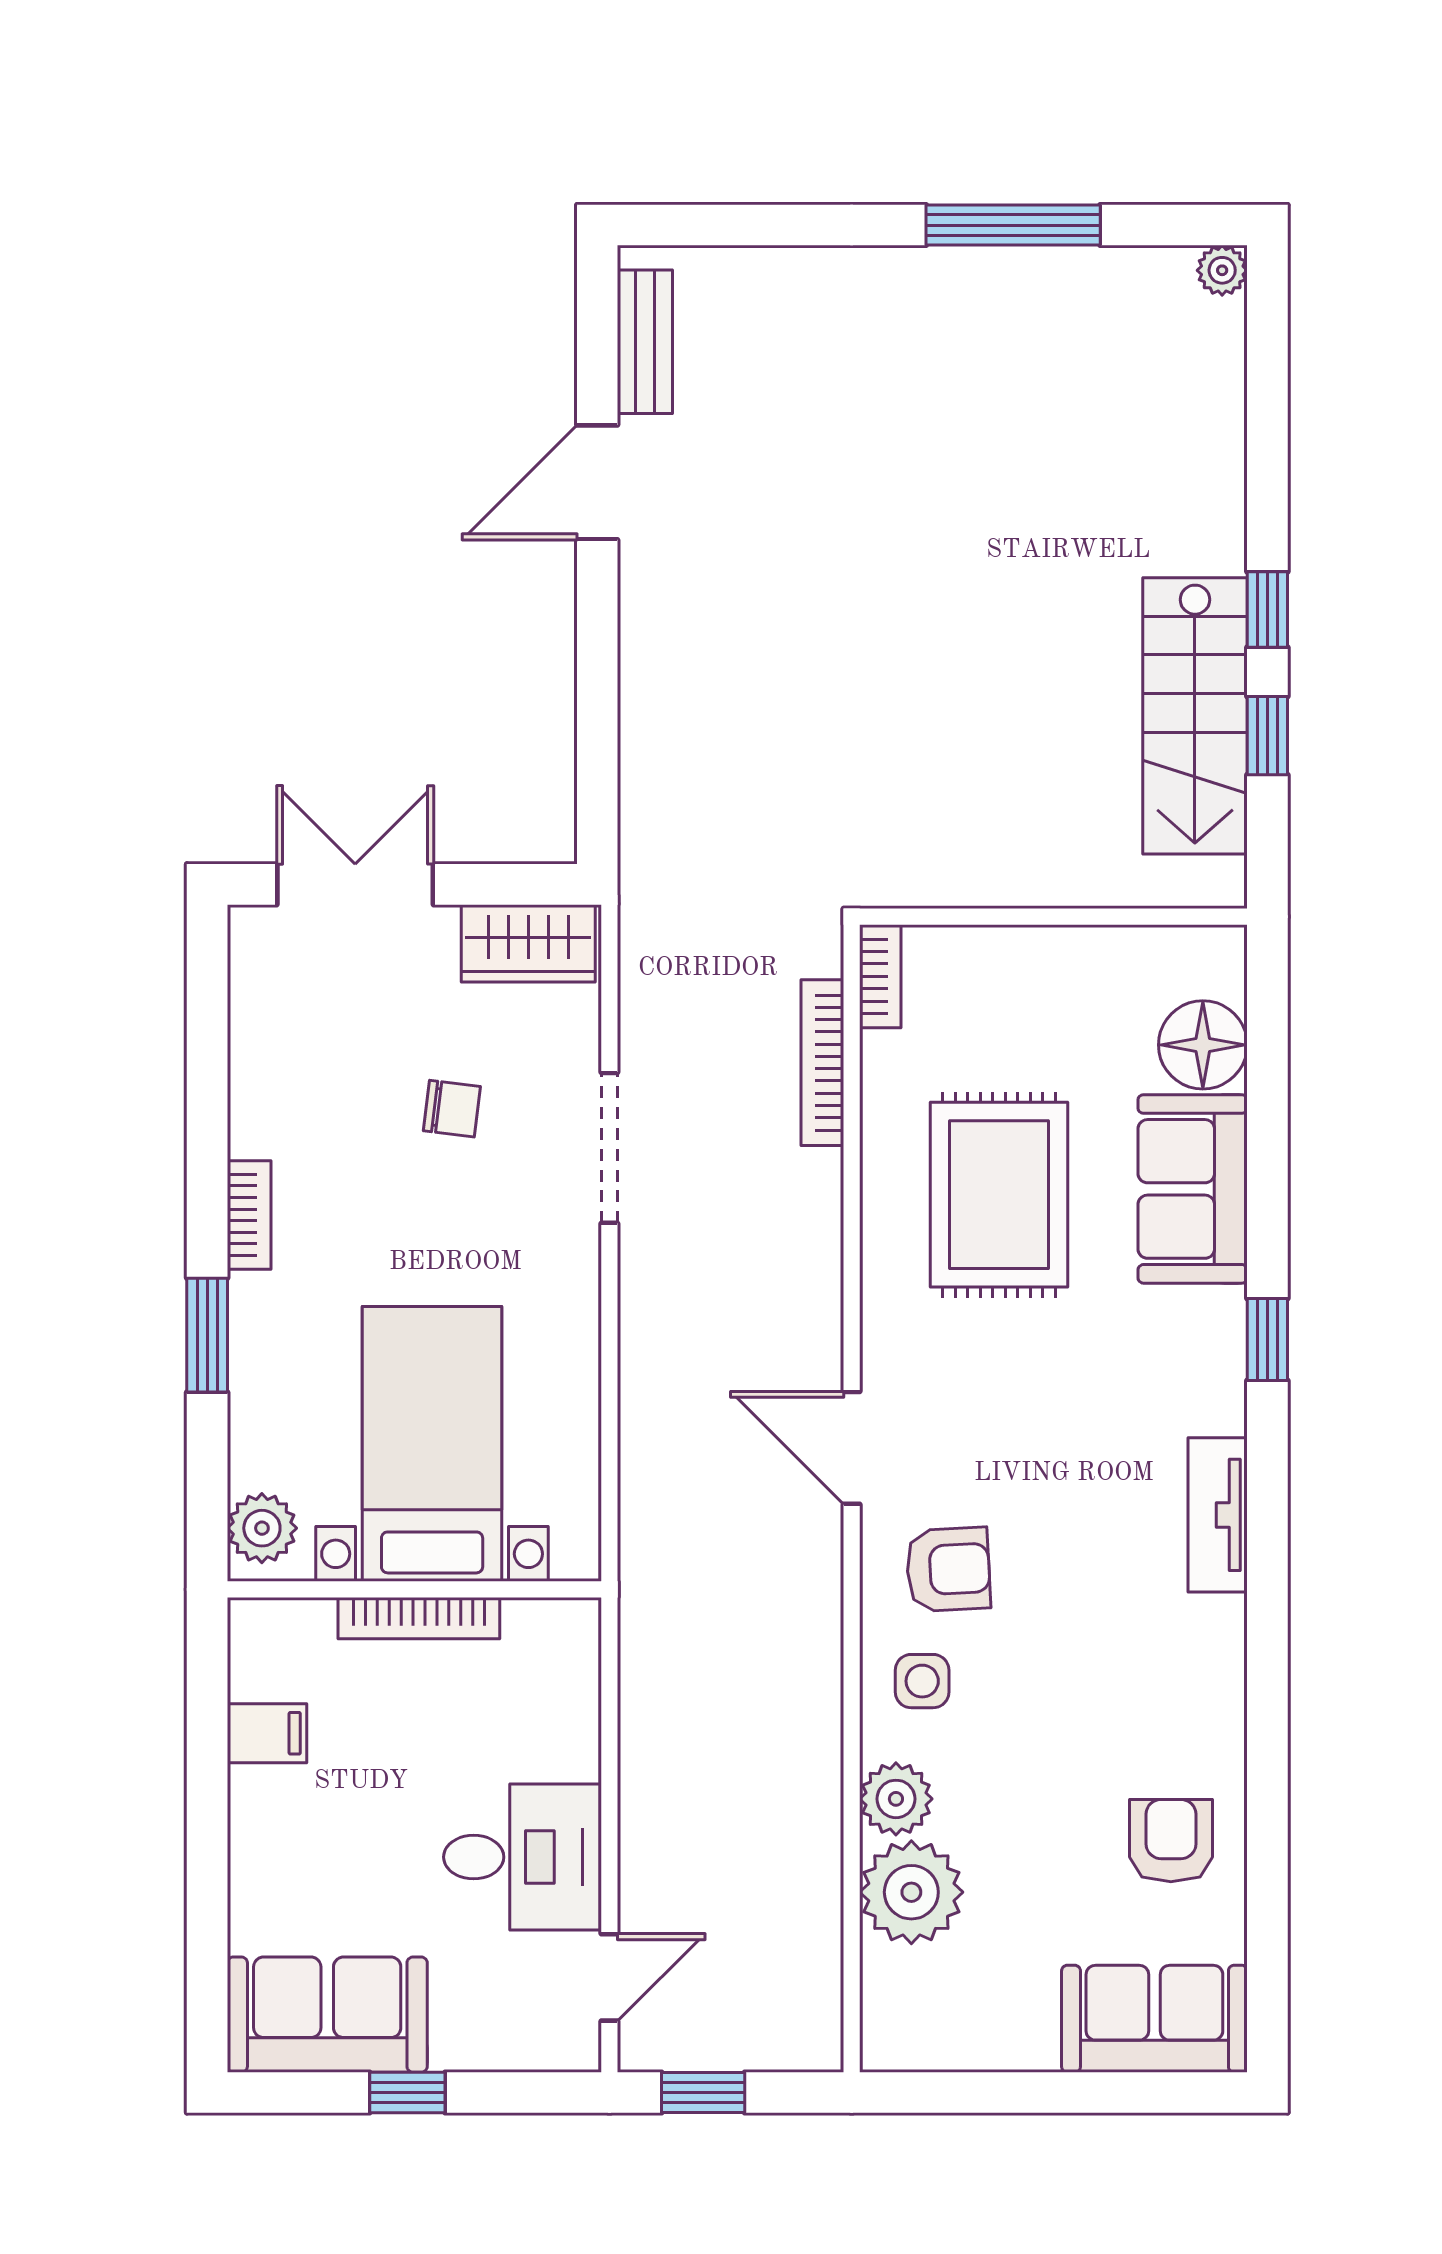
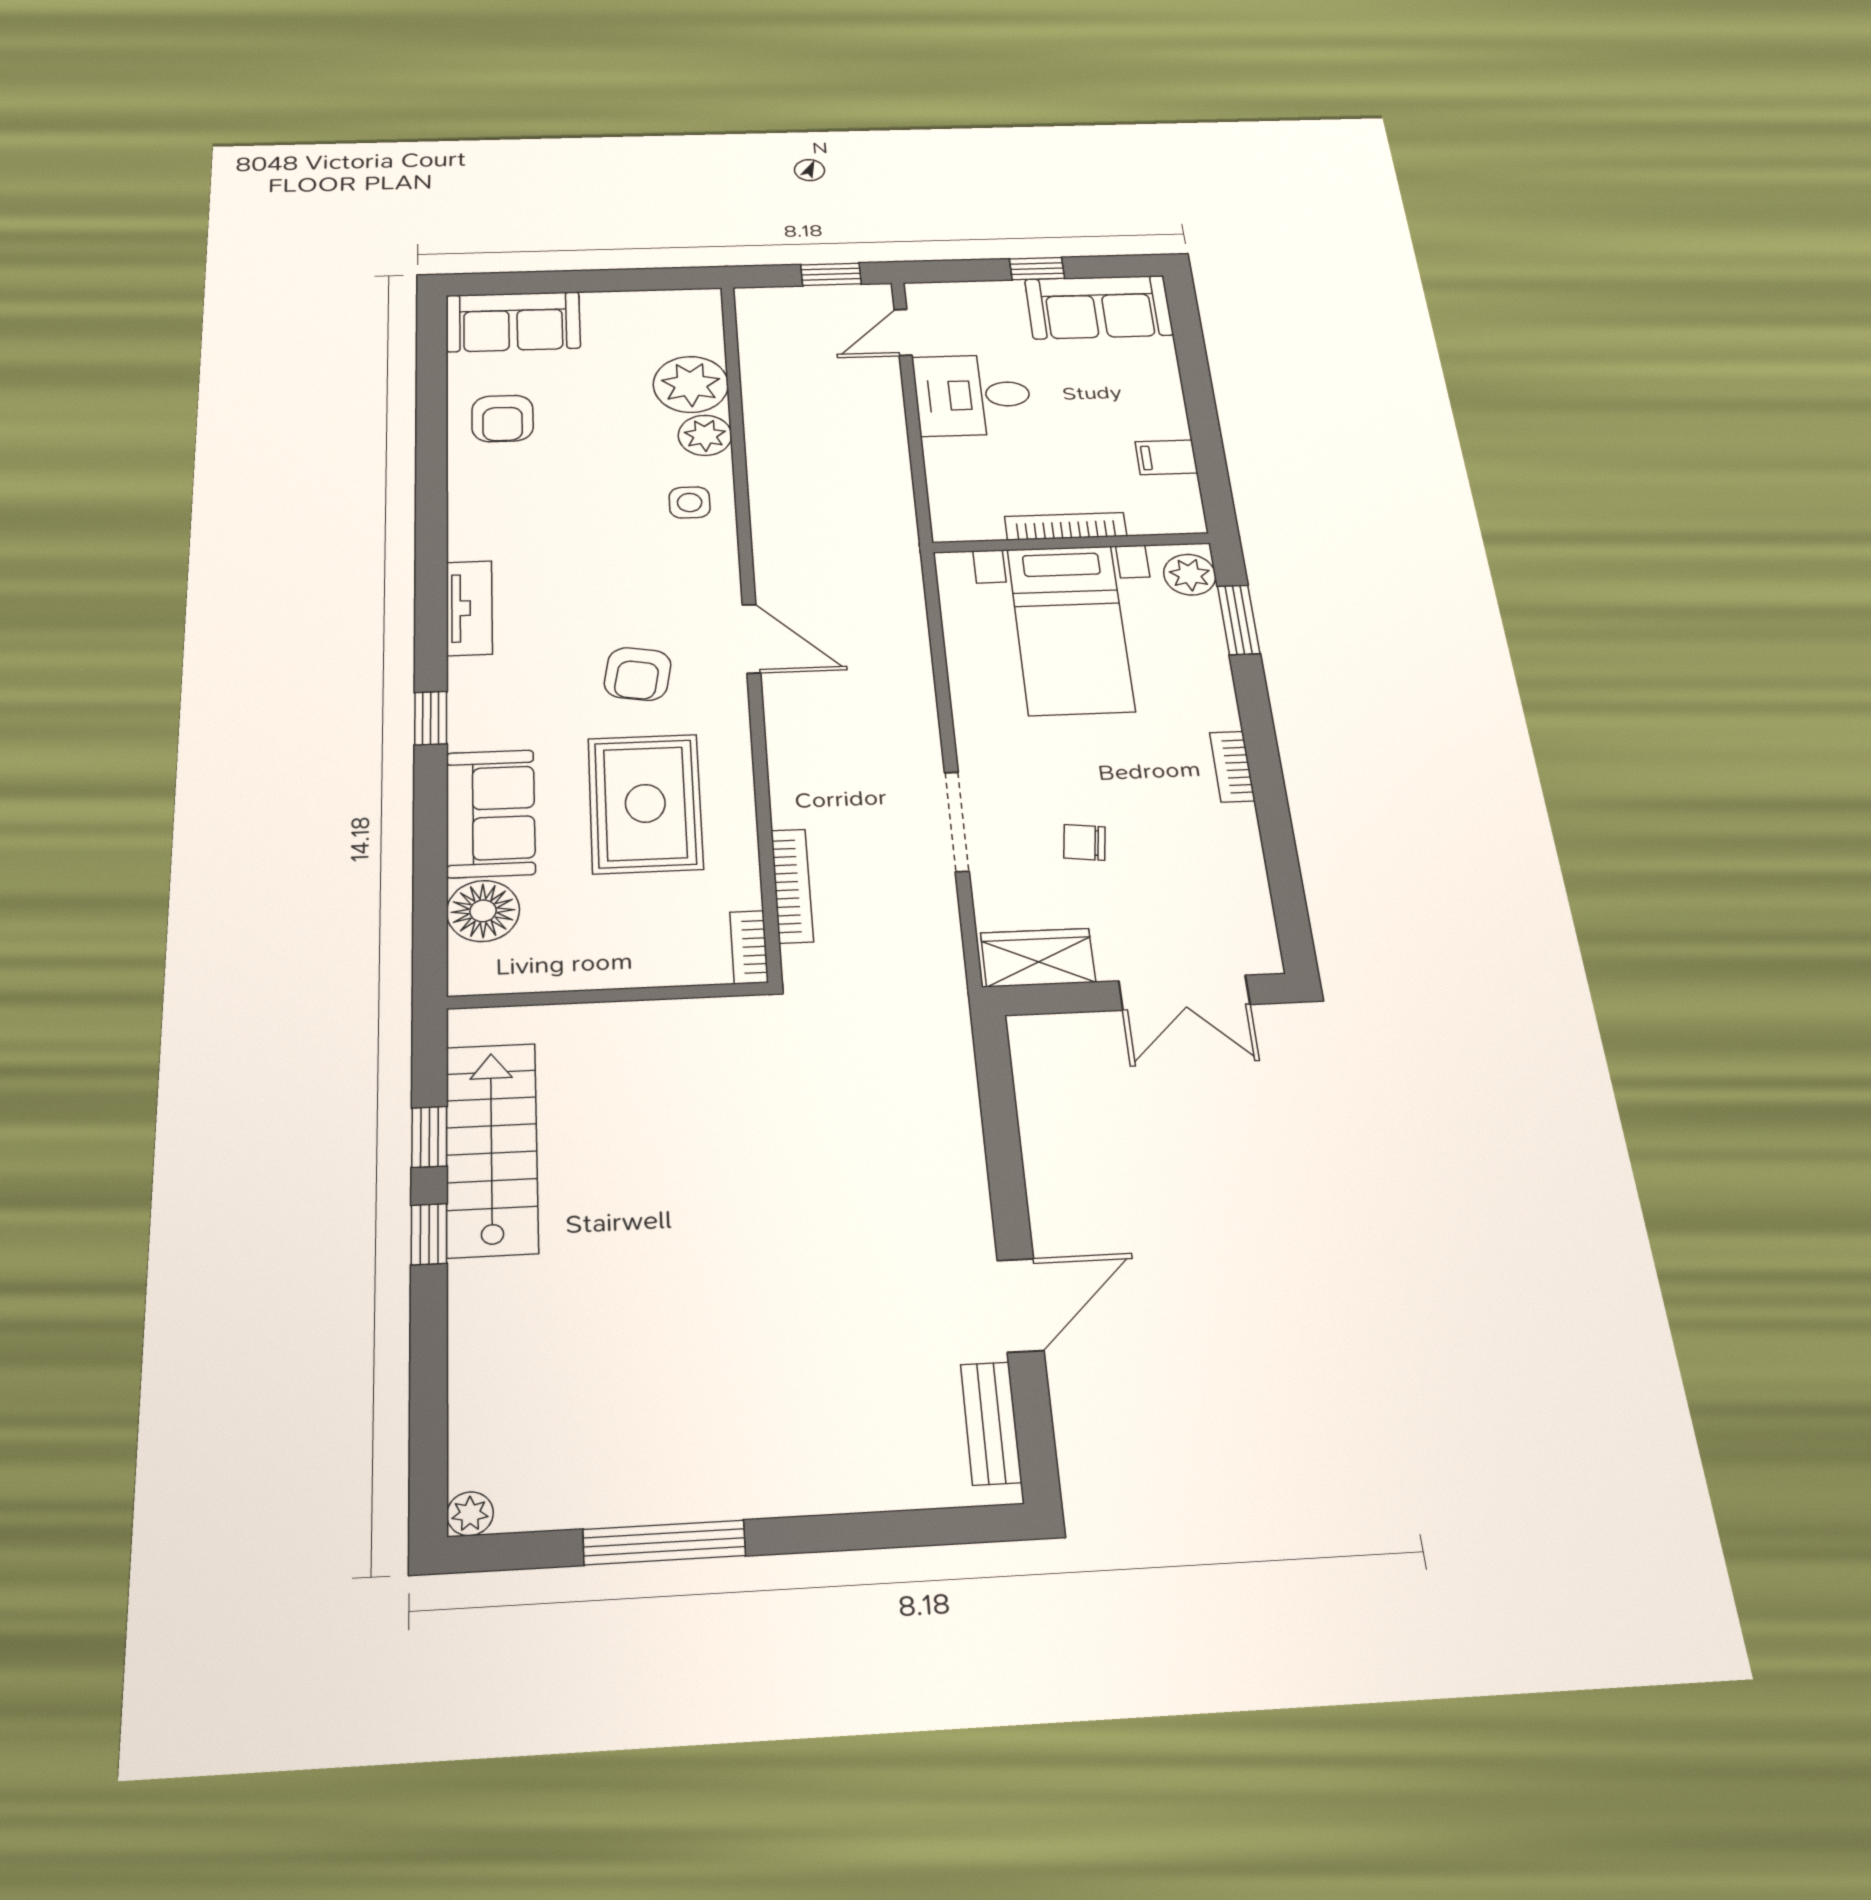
window: (207, 1335) -> (1239, 620), moved
armchair: (948, 1569) -> (638, 674), moved, turned -77

